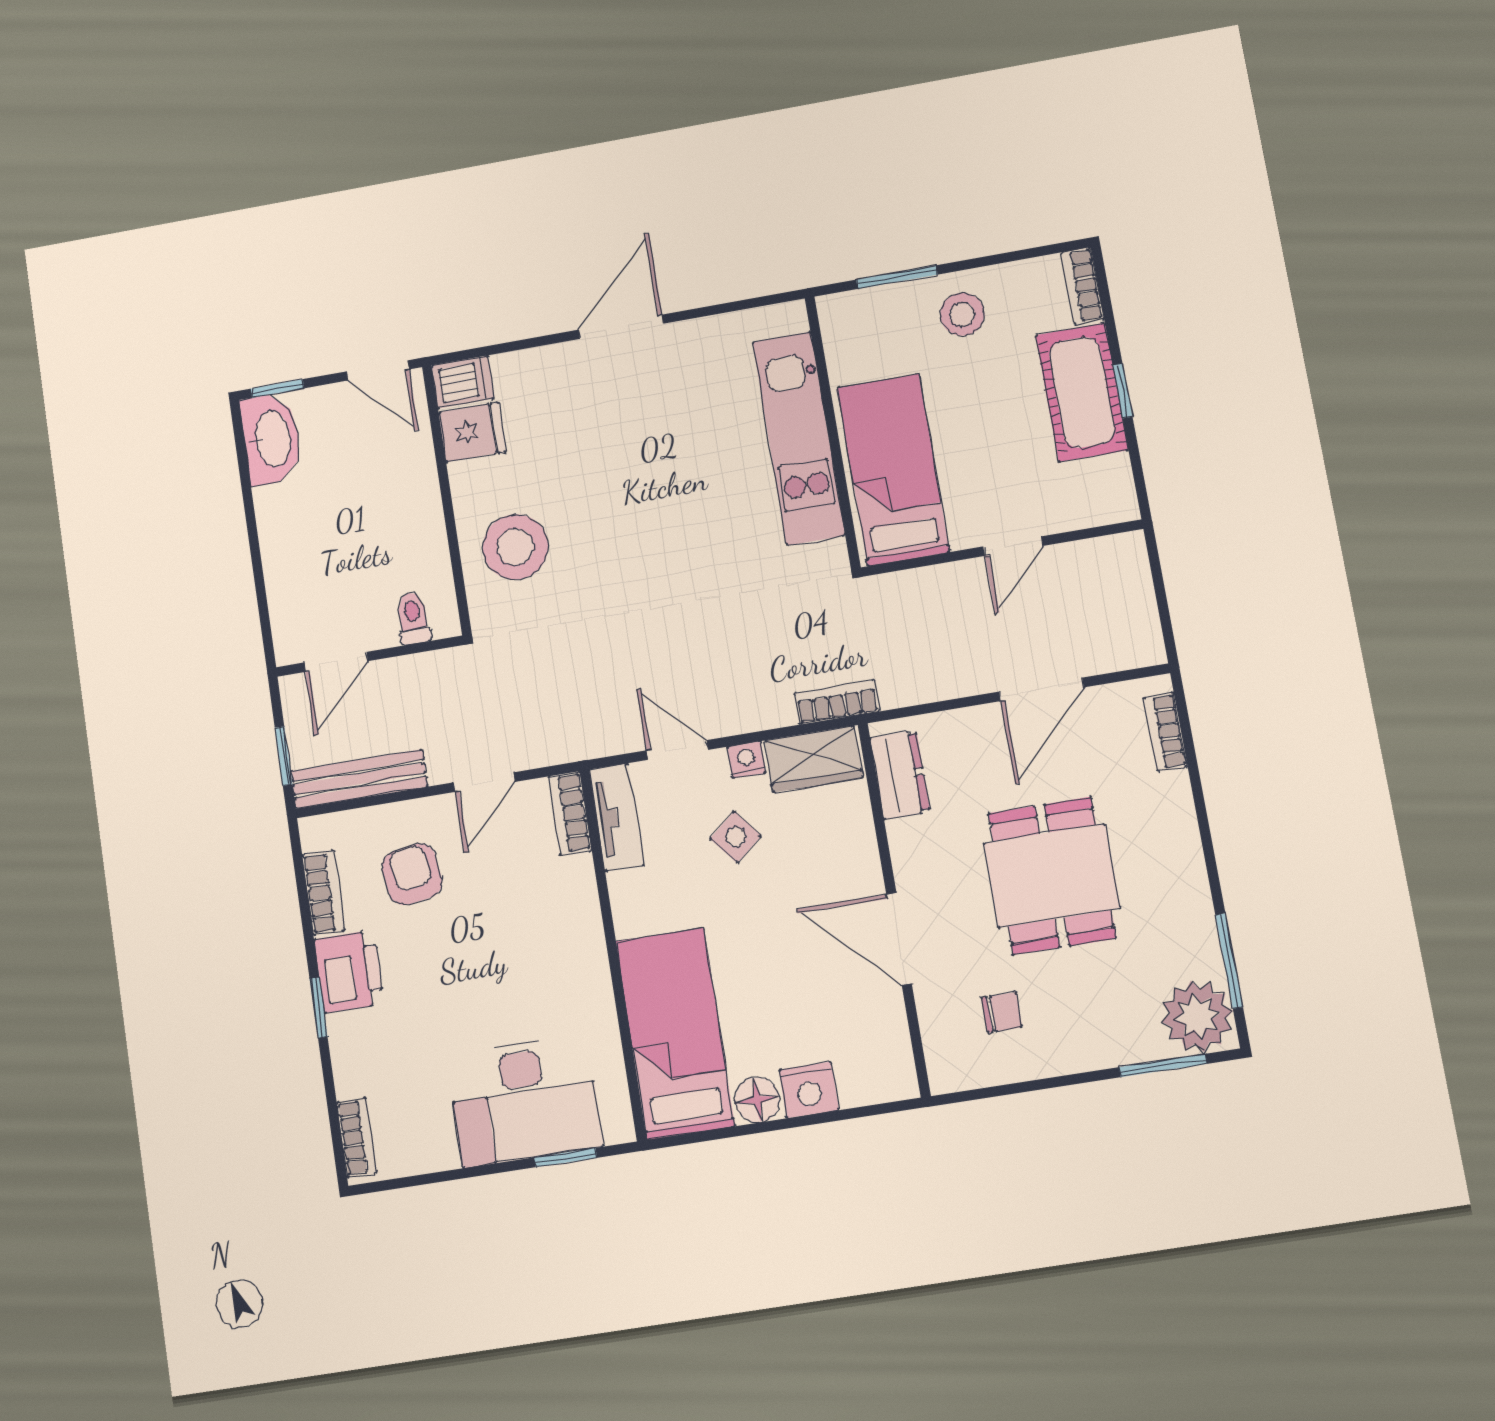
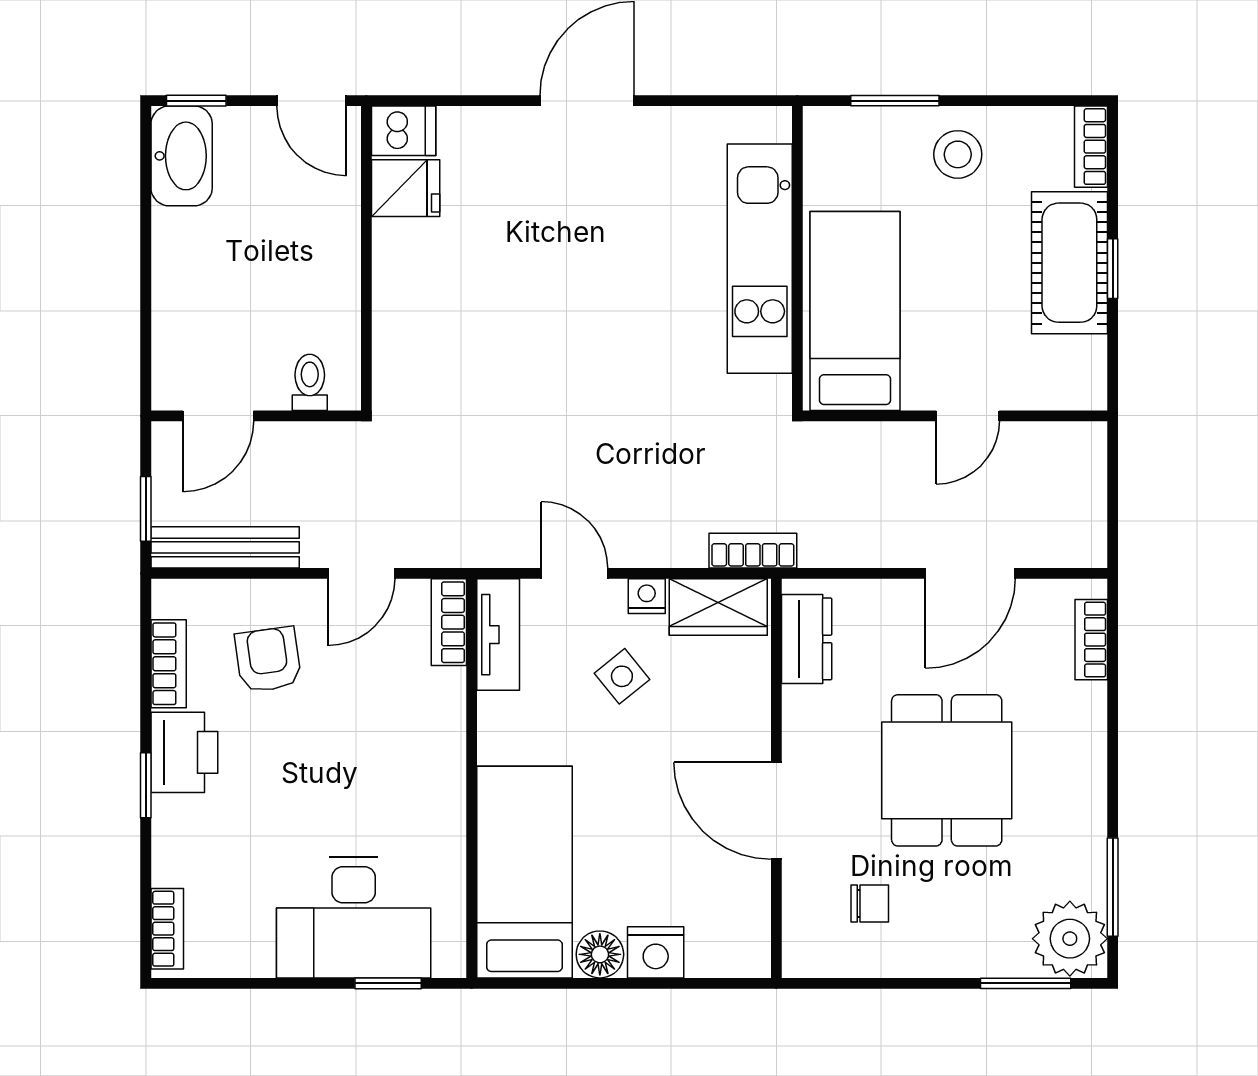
stool: (515, 547) -> (434, 324), removed

